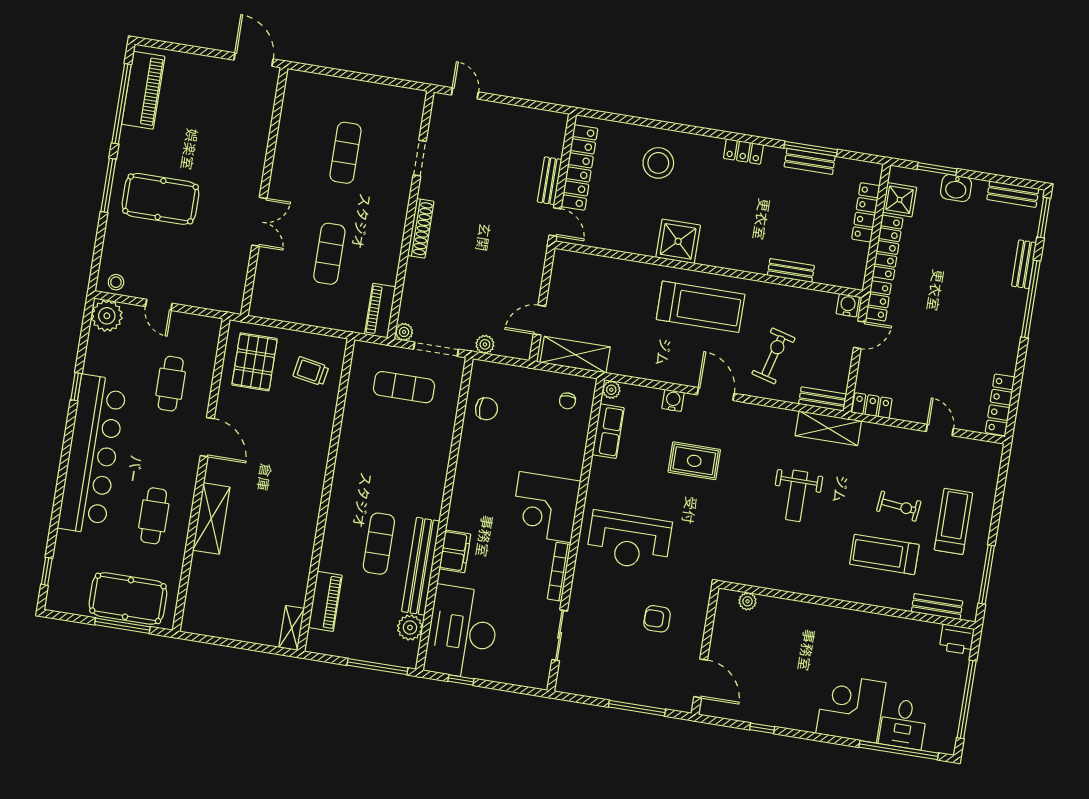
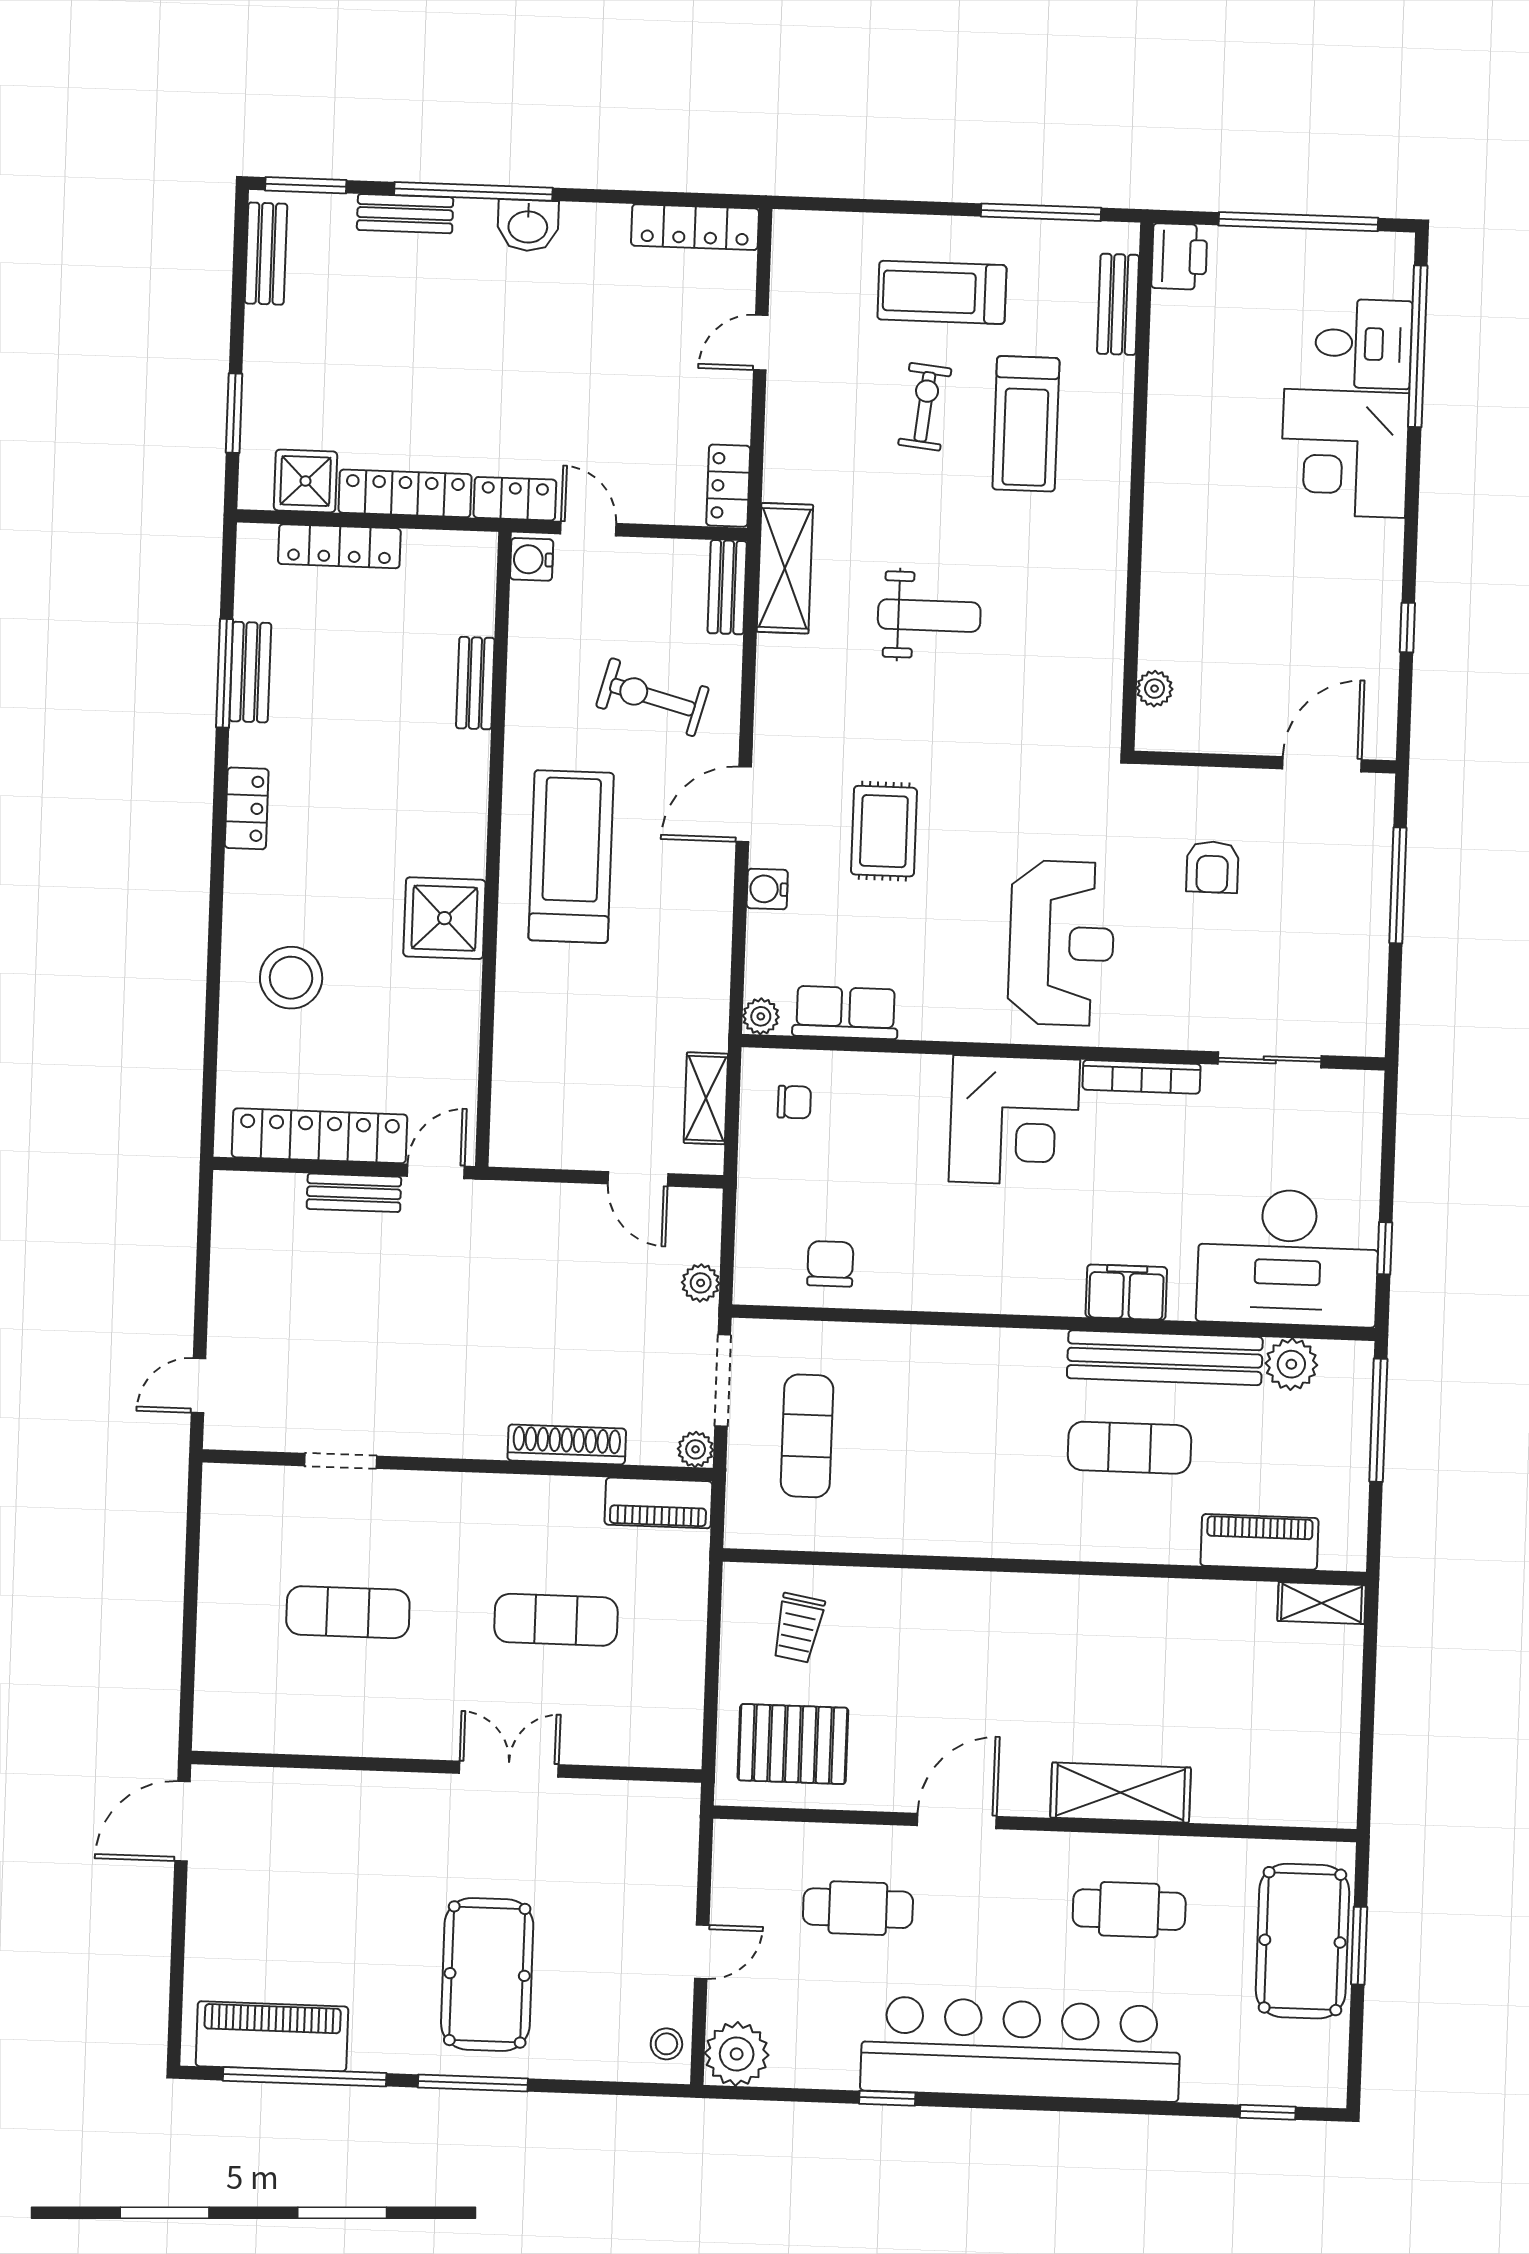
washbasin: (956, 188) -> (528, 225), moved, turned 90
shoe rack: (421, 228) -> (567, 1444), moved
shelving: (575, 355) -> (706, 1098), width x0.67, depth x0.75
window: (122, 626) -> (1359, 1946), width x0.69

